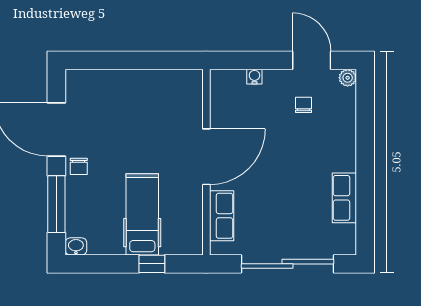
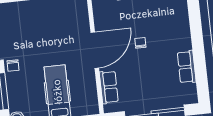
chair: (304, 105) -> (140, 43), moved

